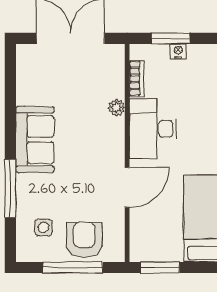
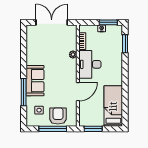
window: (171, 38) -> (108, 22), moved
sofa: (35, 140) -> (35, 81), moved

